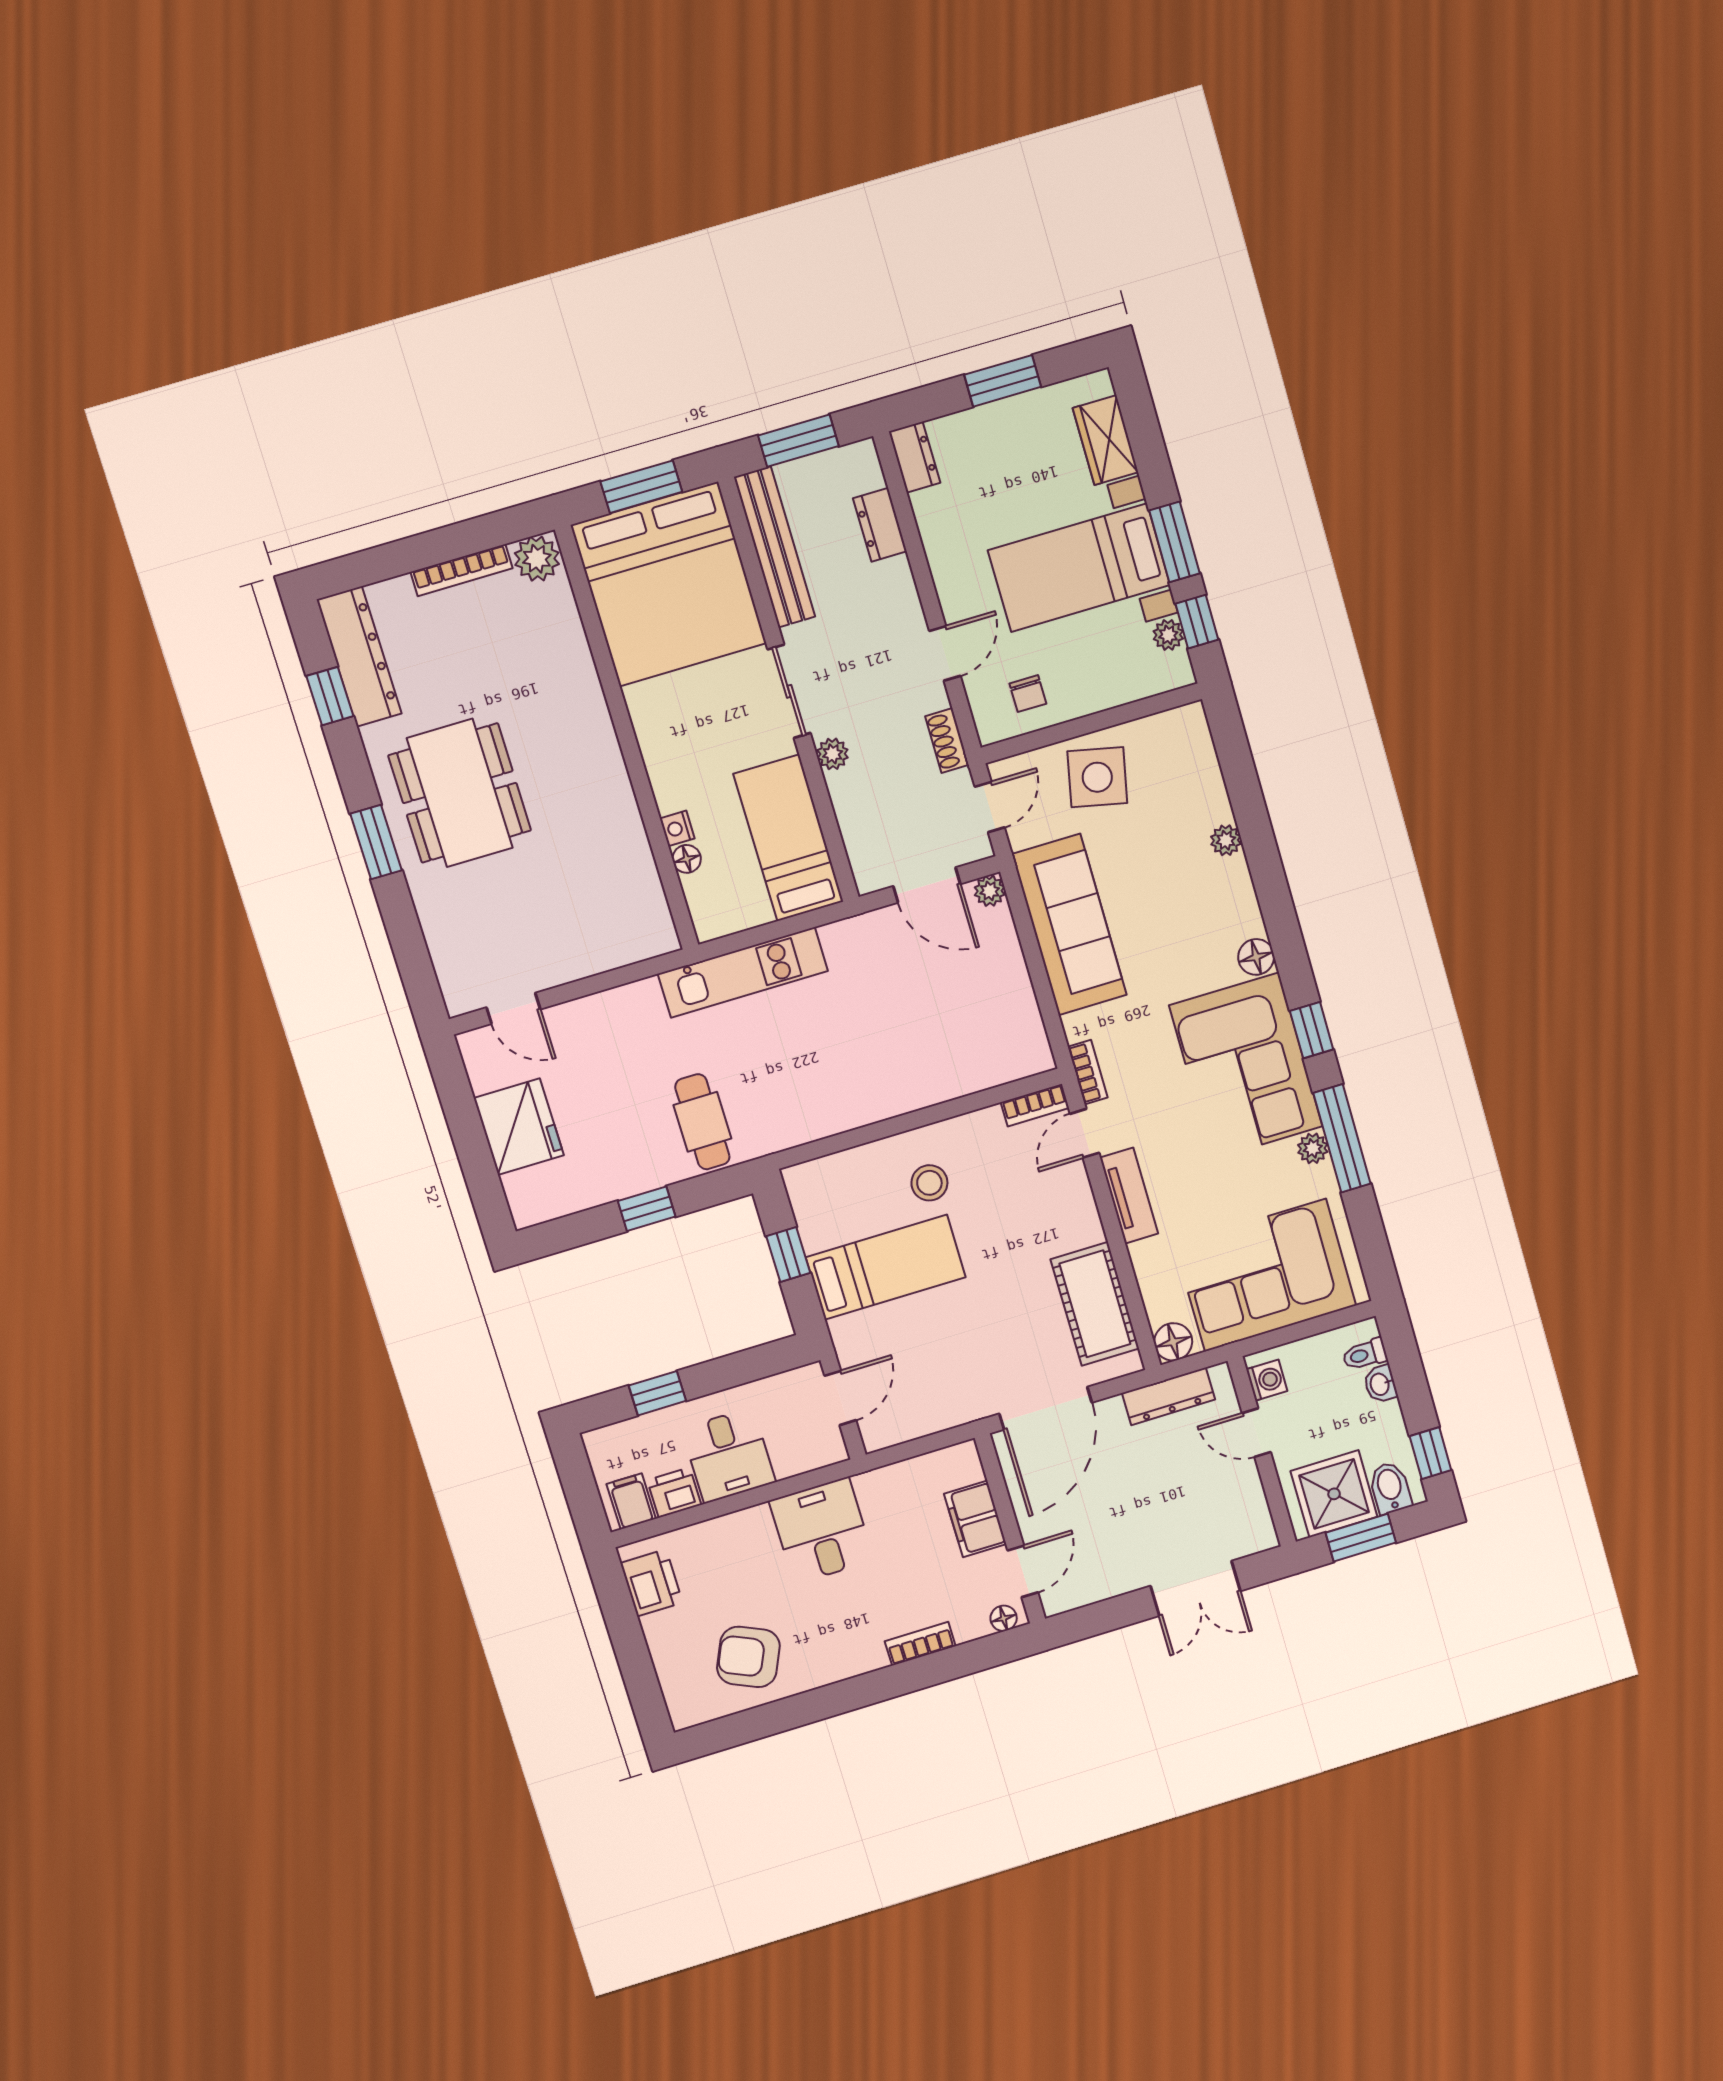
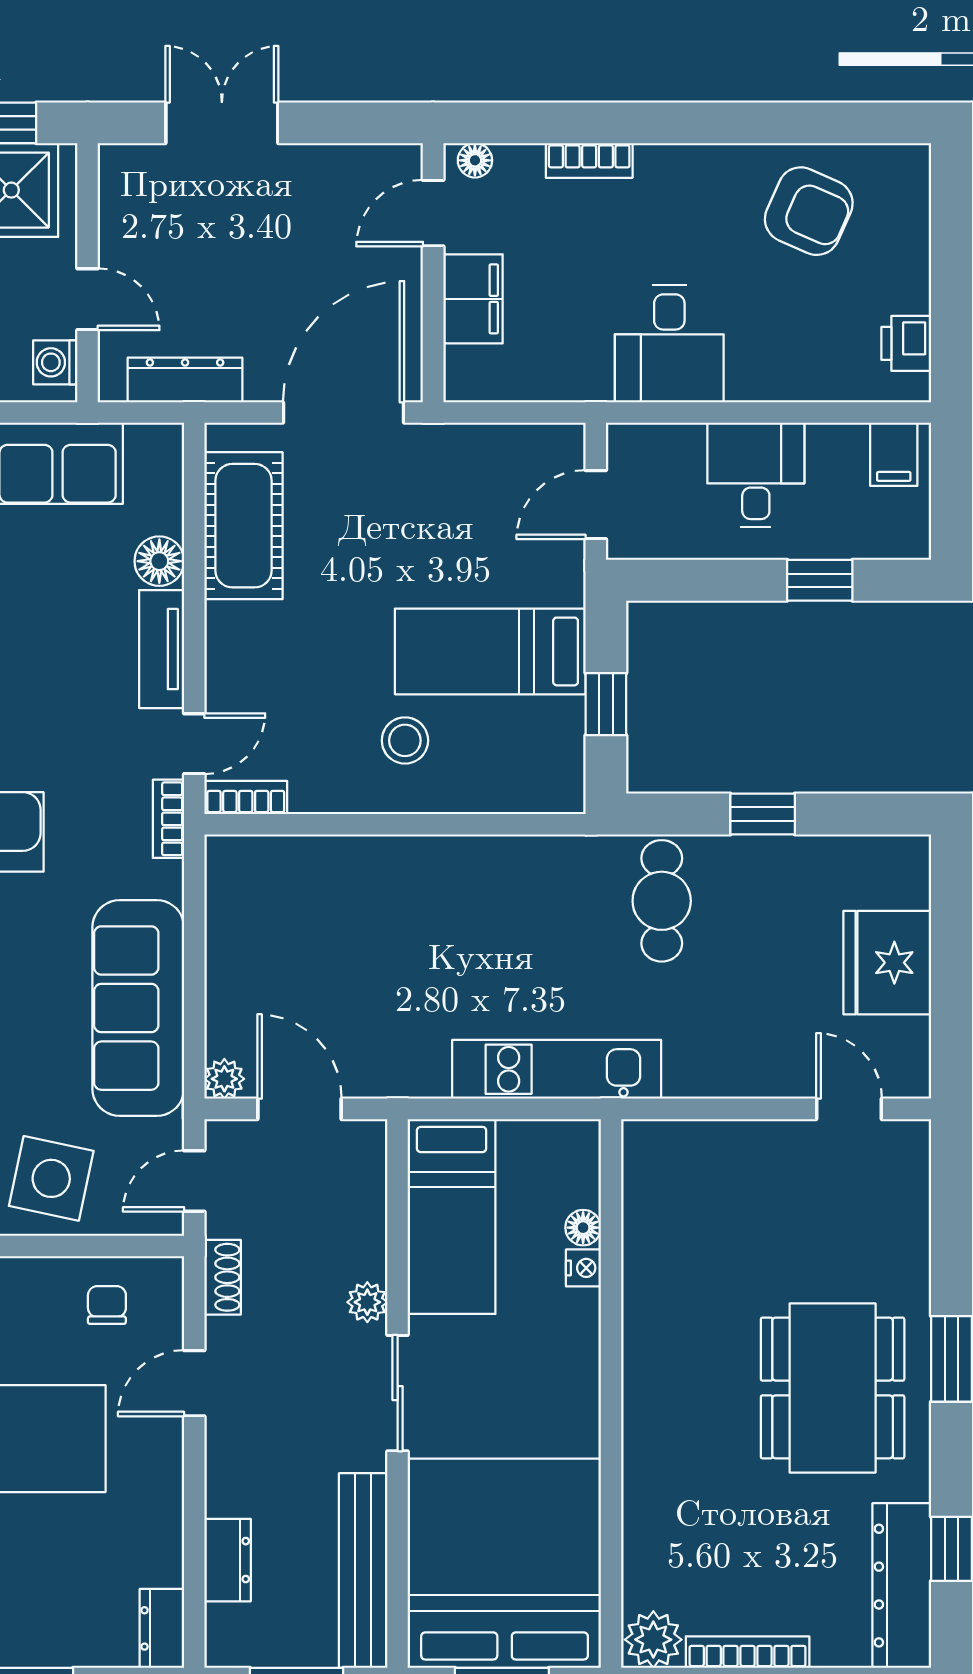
floor lamp: (1173, 1342) -> (159, 561), moved
printer: (674, 1493) -> (837, 449), removed
printer: (651, 1583) -> (906, 343), width x0.73, depth x0.81

